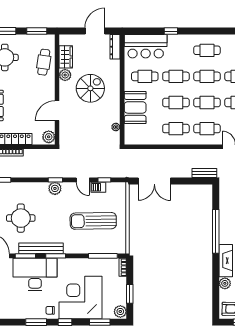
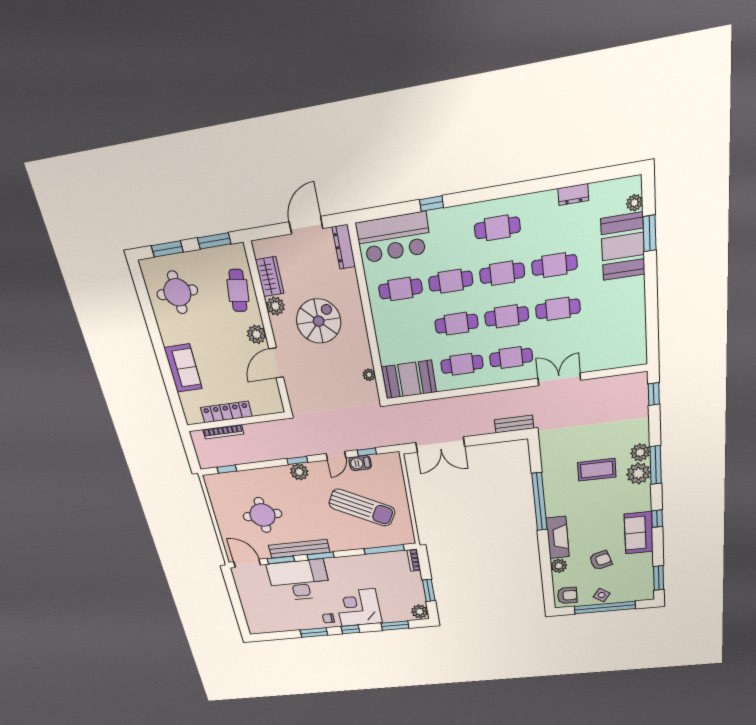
booth: (135, 107) -> (409, 379), moved, turned 90
plant: (49, 137) -> (256, 334), moved
door: (83, 180) -> (336, 456), hinge flipped
sun lounger: (93, 221) -> (362, 508), turned -151
corner desk: (81, 298) -> (358, 608), width x0.74, depth x0.74

